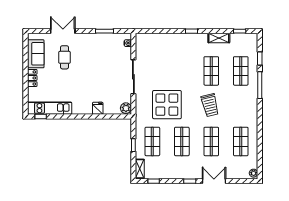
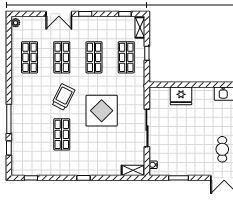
shelving: (219, 38) -> (133, 170), moved
shop shelf: (241, 71) -> (30, 134), removed
display table: (167, 105) -> (102, 111), moved
trolley: (210, 105) -> (63, 97), turned 41
fridge: (98, 108) -> (181, 96), width x1.88, depth x1.34
plant: (126, 108) -> (155, 94), removed

